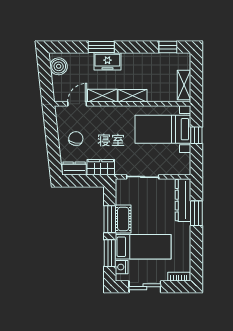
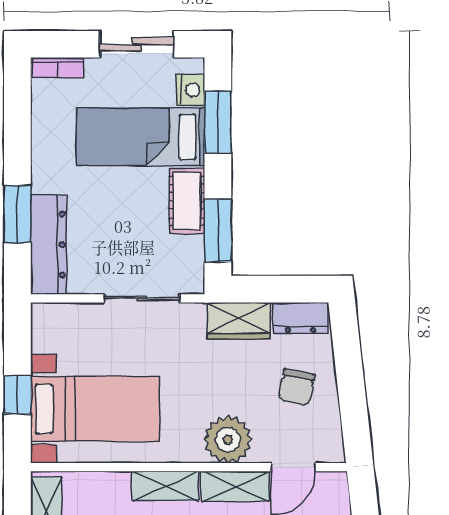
plant: (105, 116) -> (228, 439), added
window: (110, 219) -> (218, 231), moved

